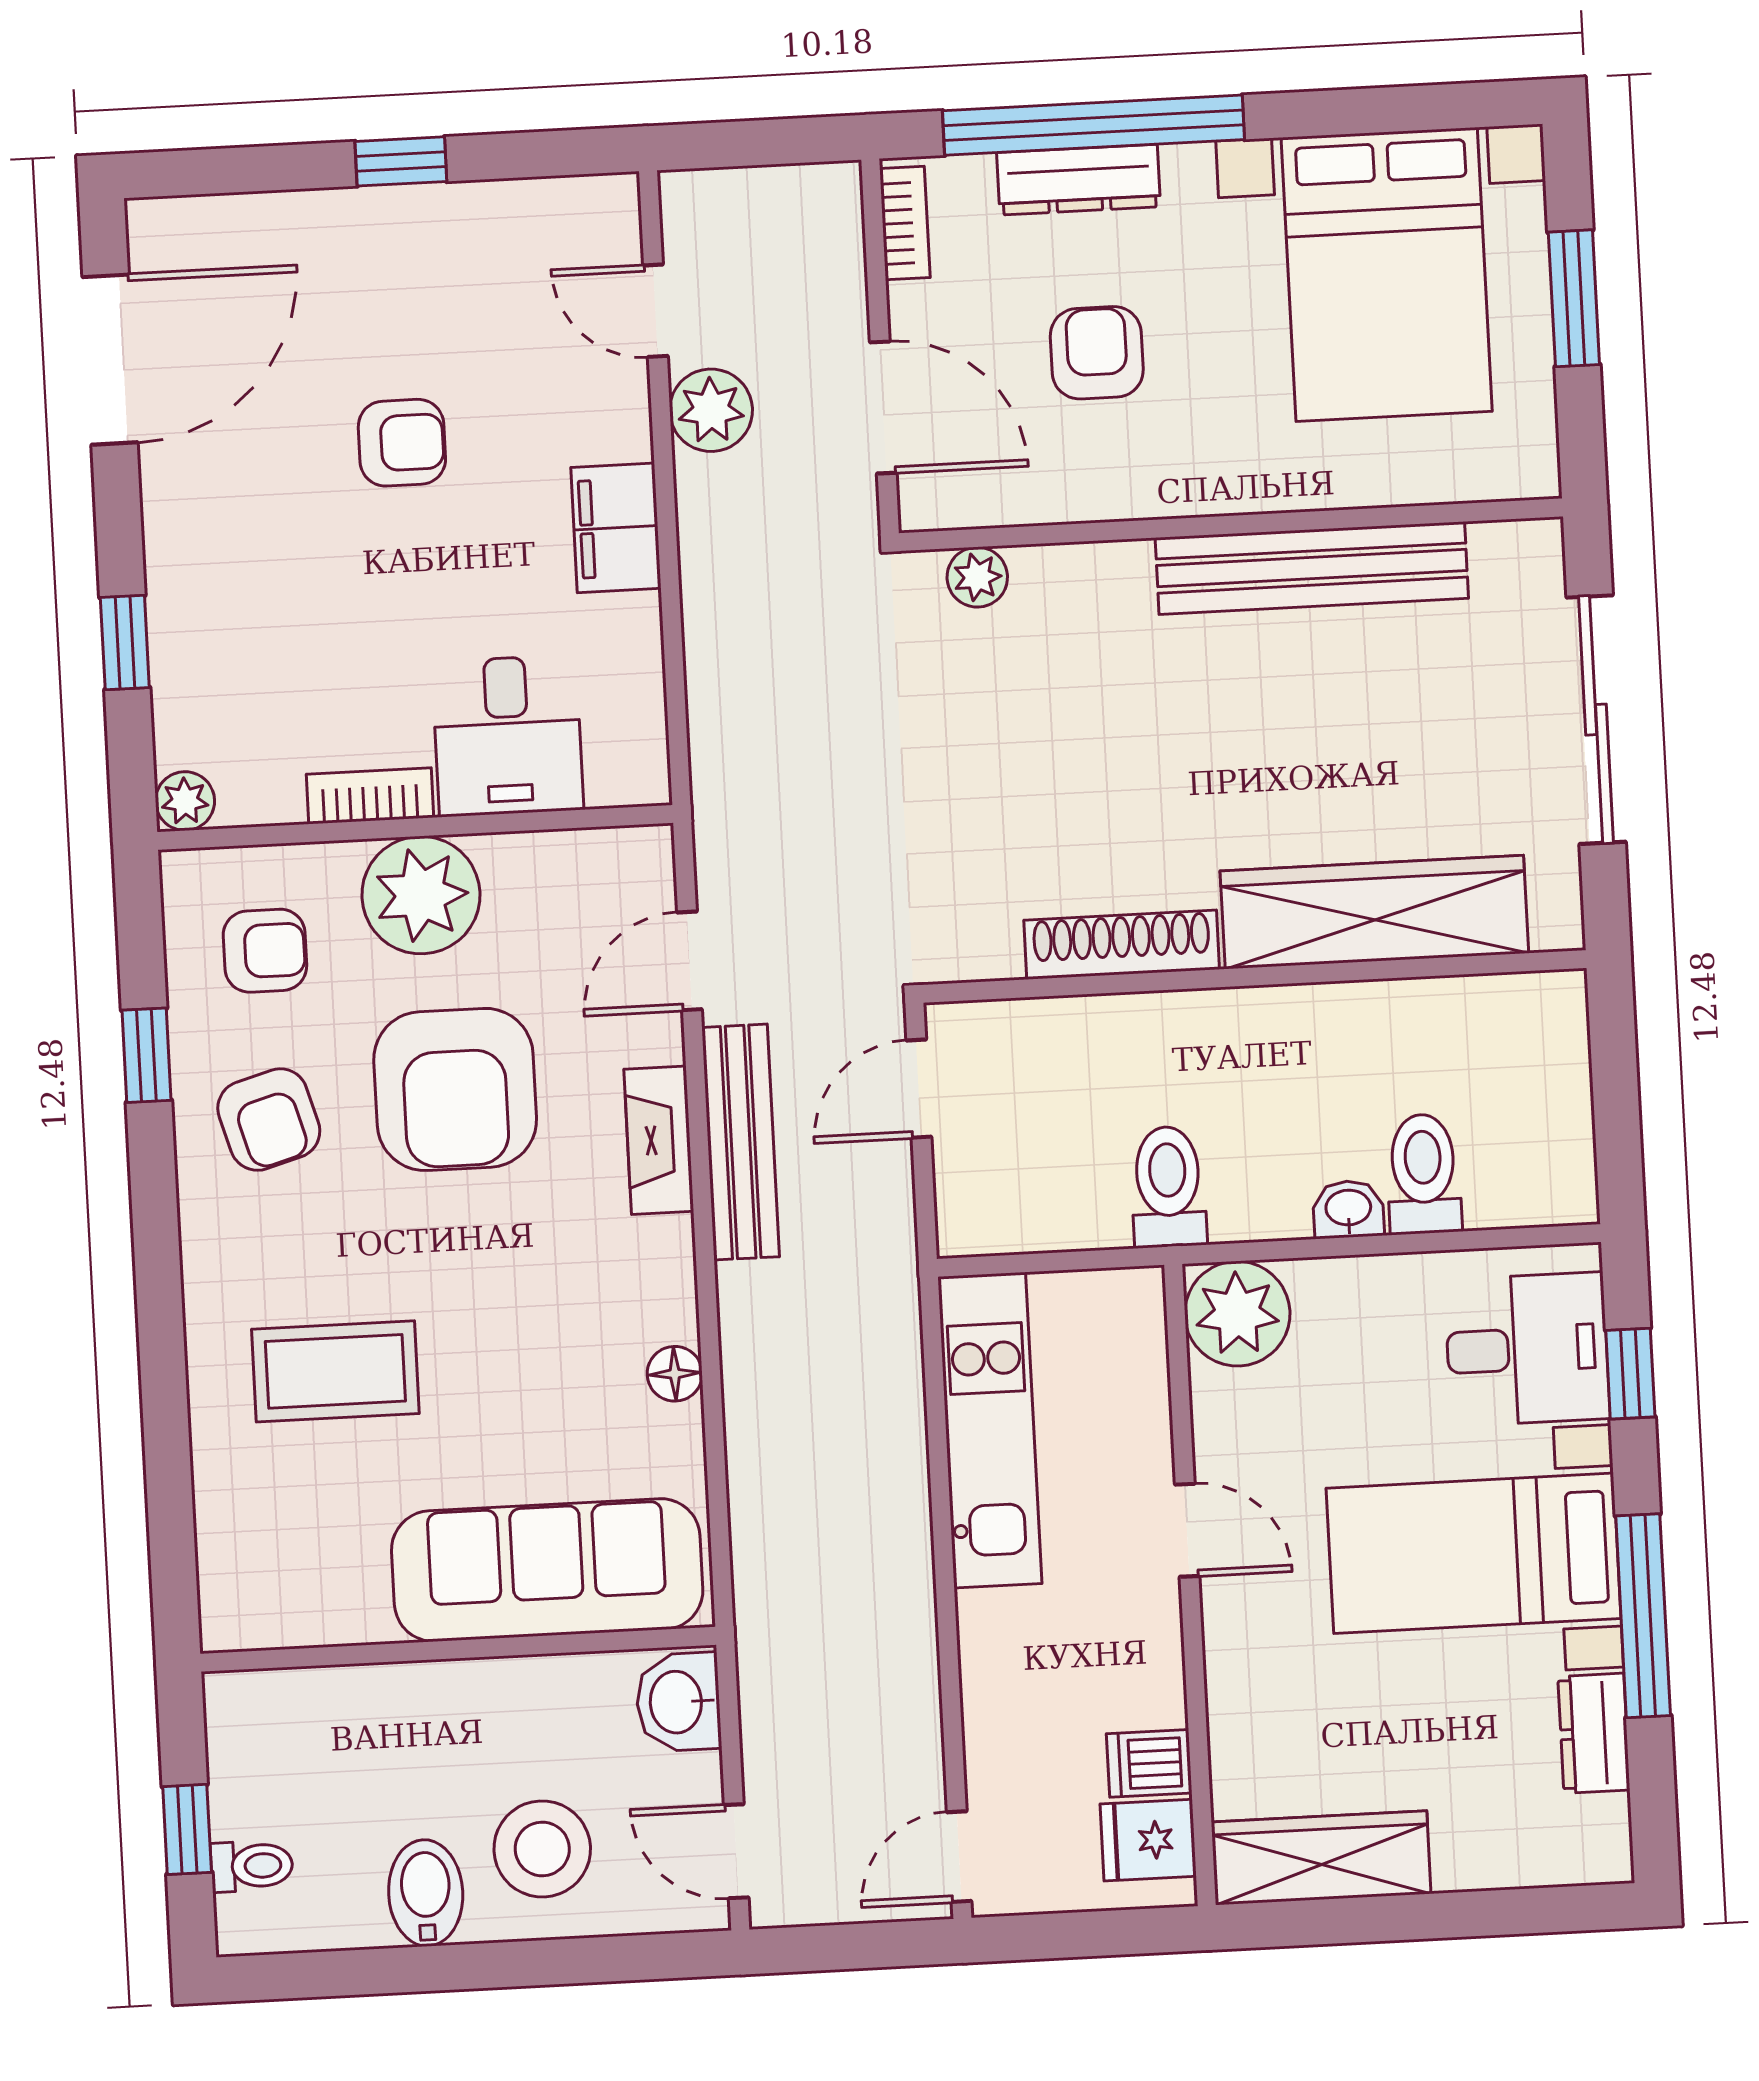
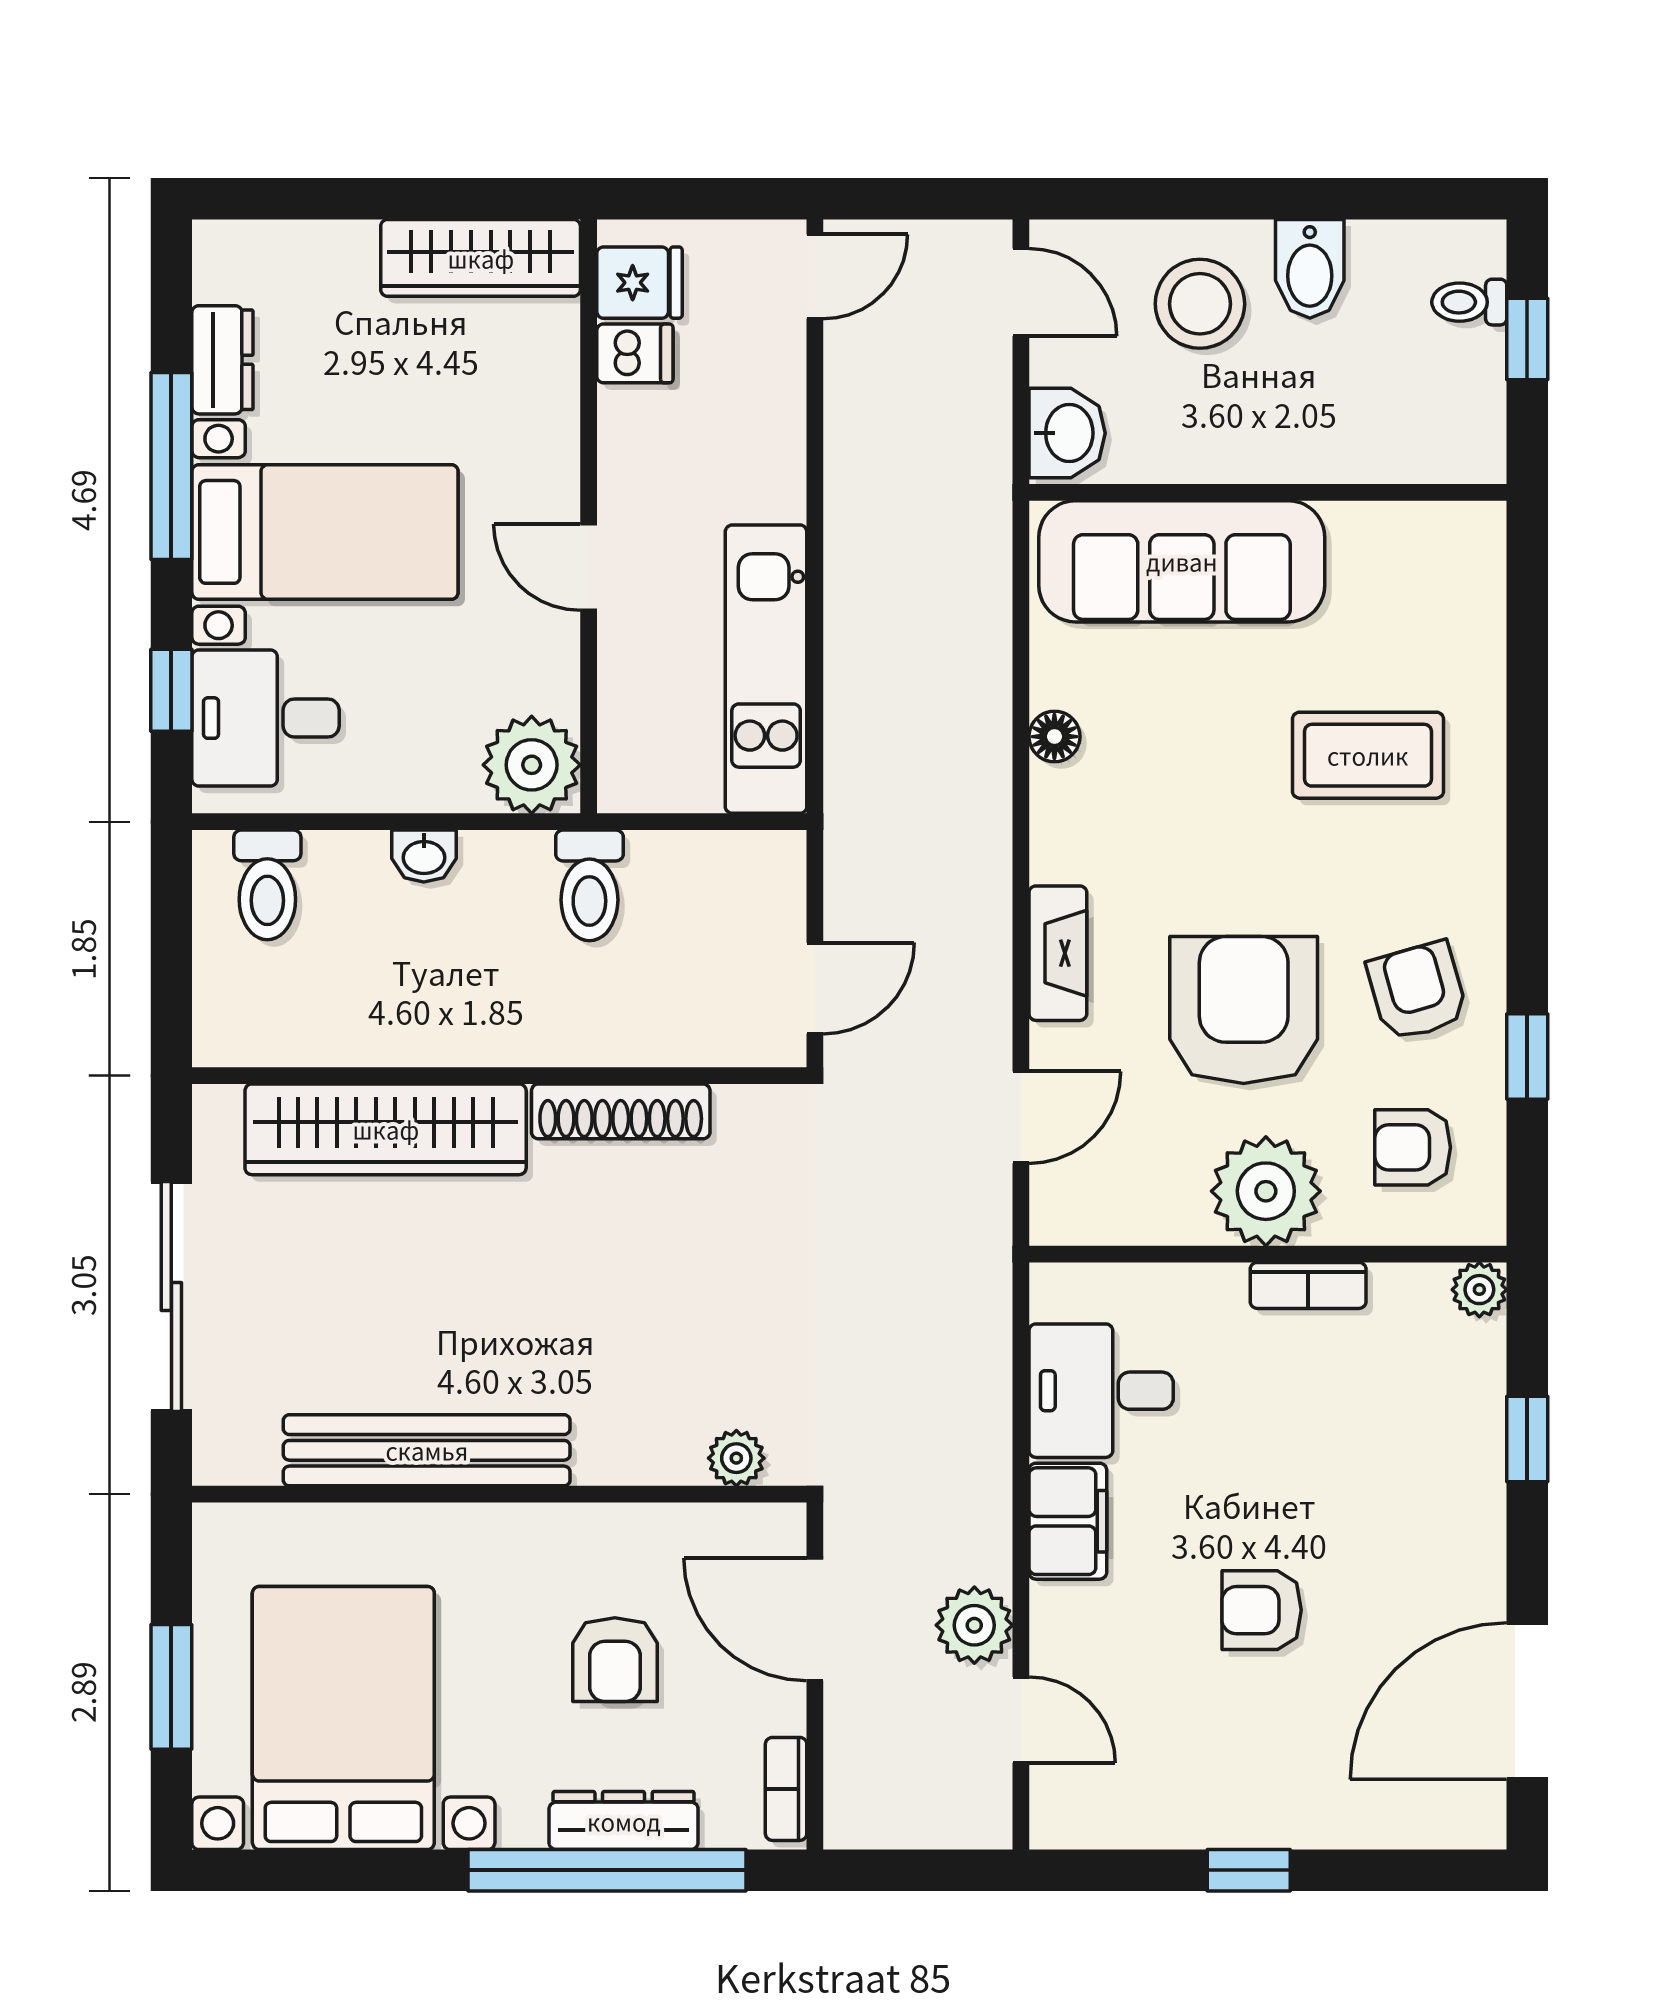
desk: (508, 736) -> (1101, 1391), moved, turned -90
bench: (741, 1142) -> (982, 947), removed
toilet: (1423, 1174) -> (267, 885), moved

